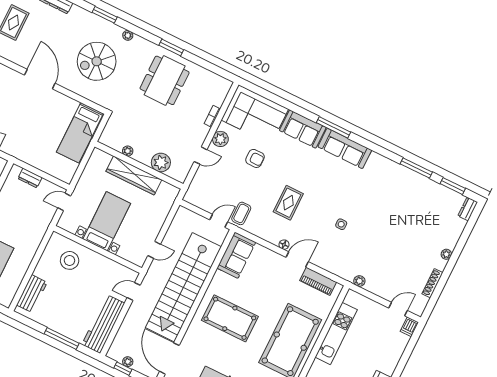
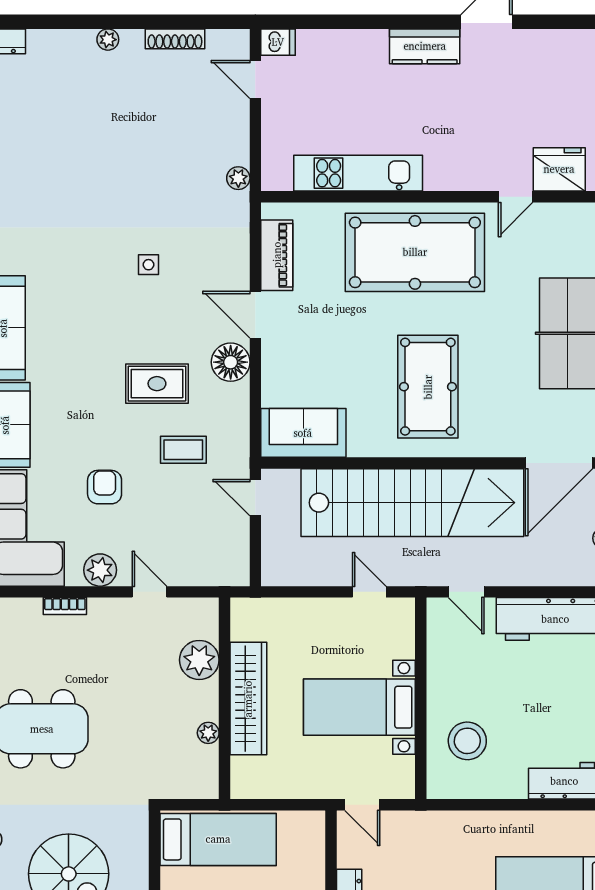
coffee table: (241, 213) -> (183, 450), moved
floor lamp: (284, 245) -> (231, 362), width x1.89, depth x1.89

